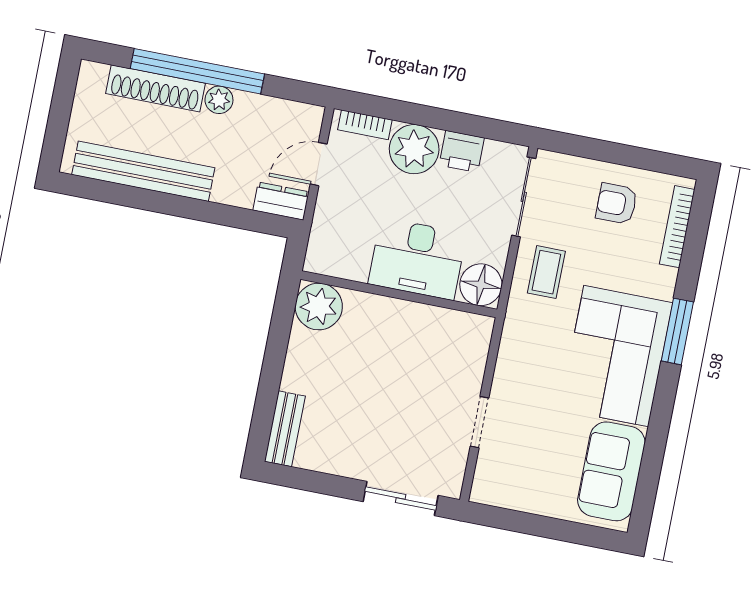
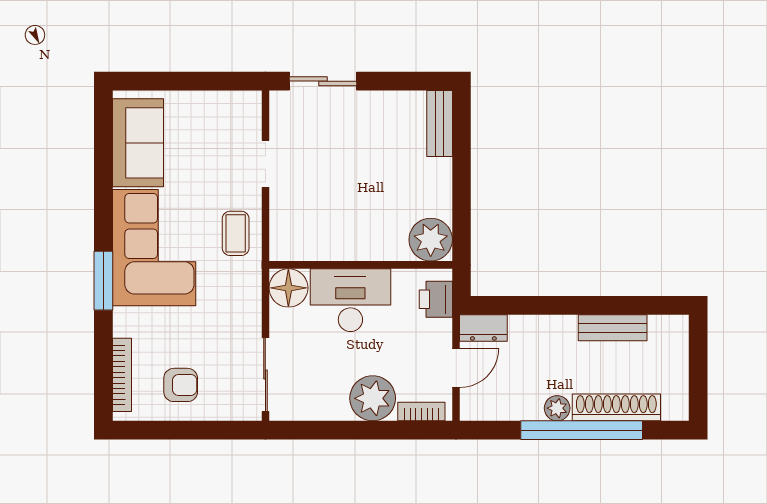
printer: (462, 151) -> (436, 299), moved, turned -90
bench: (143, 171) -> (613, 328), width x0.54, depth x0.82
coffee table: (546, 272) -> (236, 233), moved

